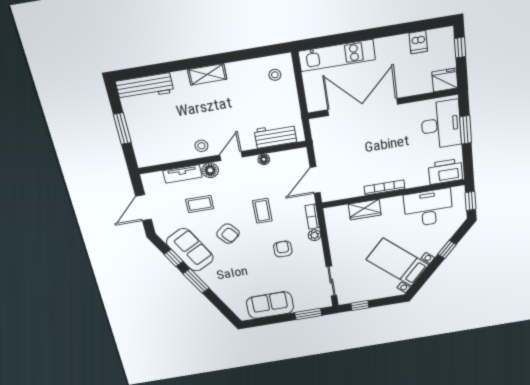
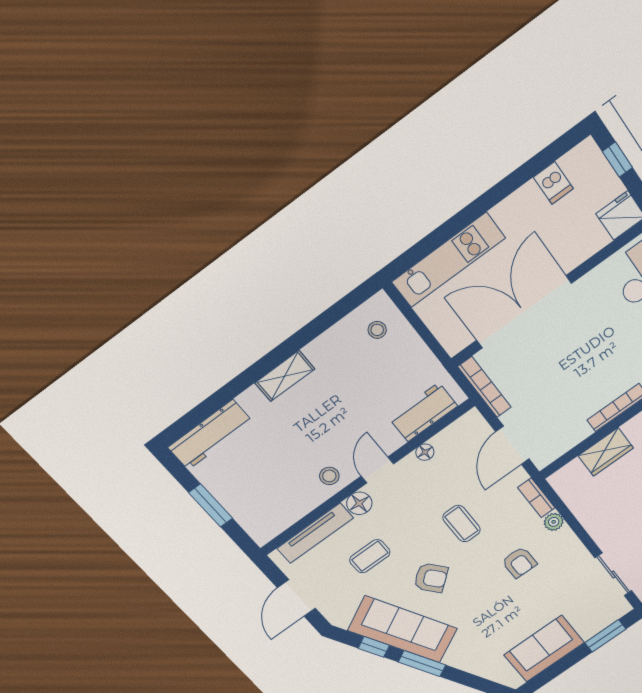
bookcase: (318, 139) -> (484, 387), added
tv unit: (182, 174) -> (315, 533), width x1.41
armchair: (283, 249) -> (519, 562), turned 180
sofa: (190, 250) -> (403, 629), width x1.36

